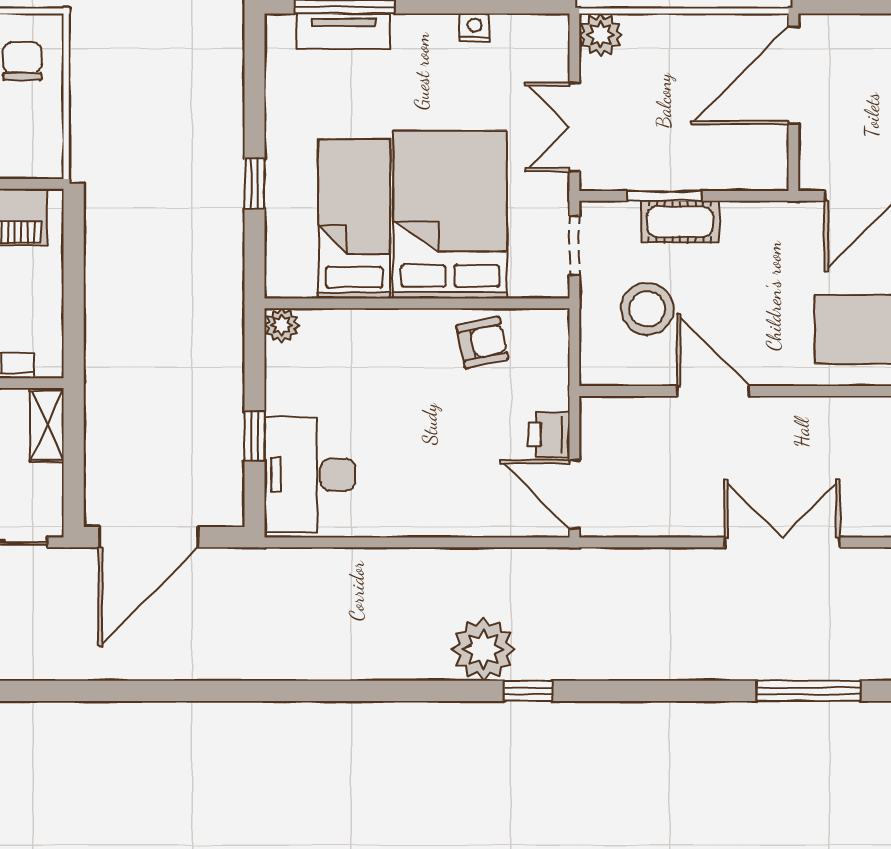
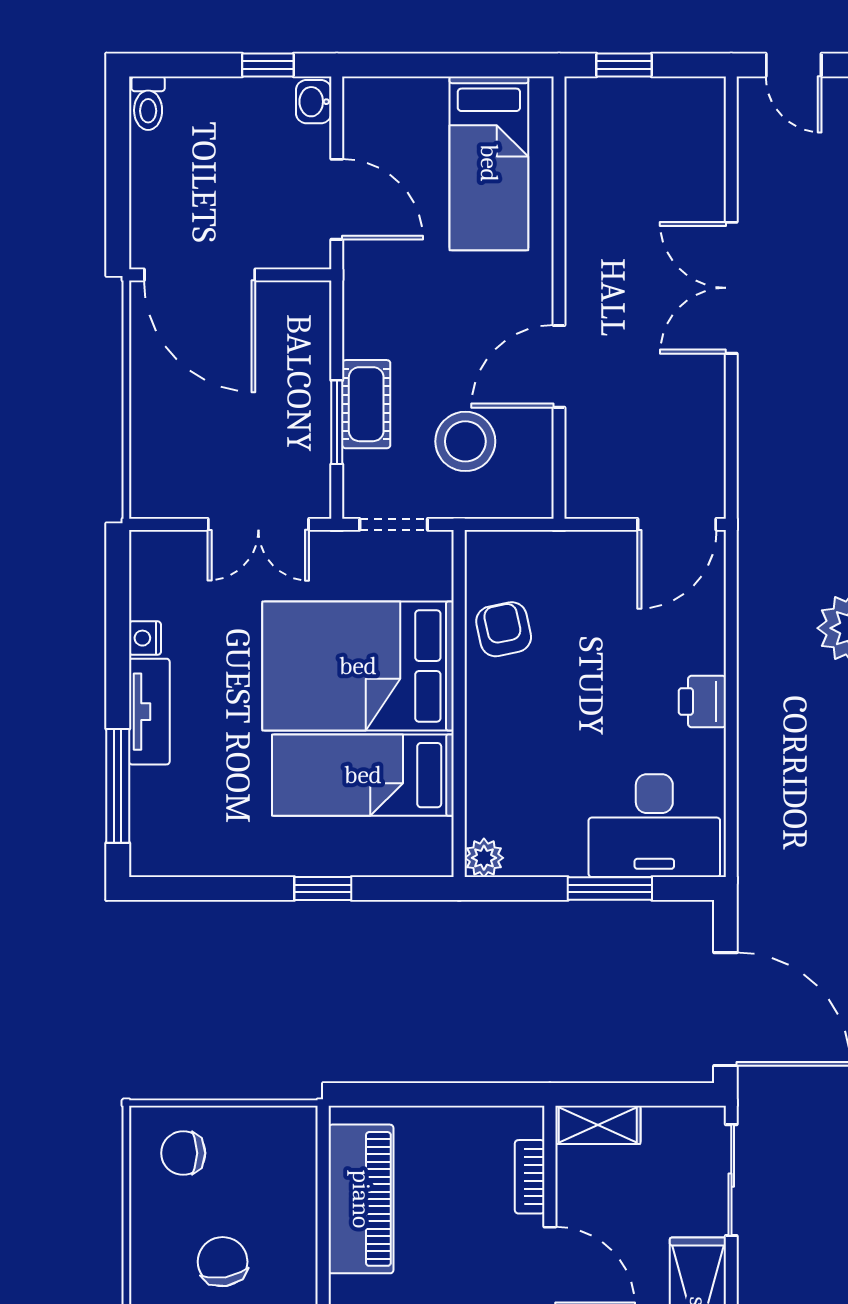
tv unit: (344, 31) -> (149, 712), moved
plant: (601, 35) -> (153, 495), removed
printer: (549, 435) -> (702, 702), moved, turned 90
window: (255, 436) -> (610, 889), width x1.50

